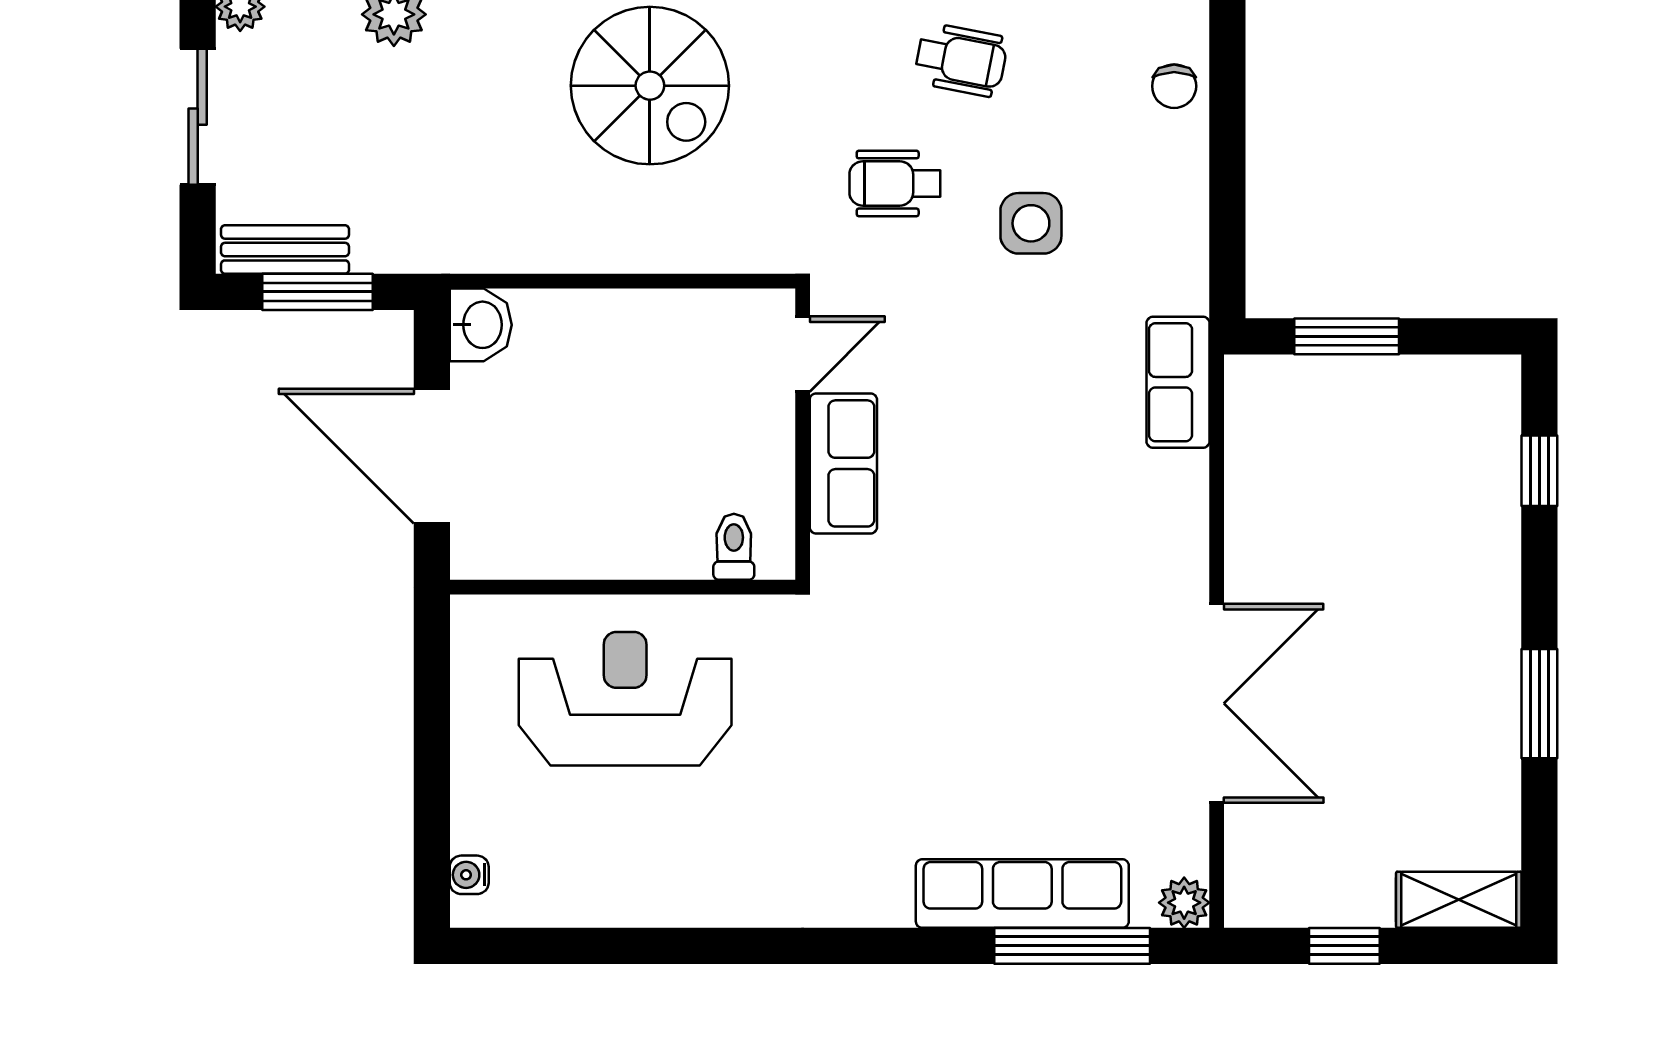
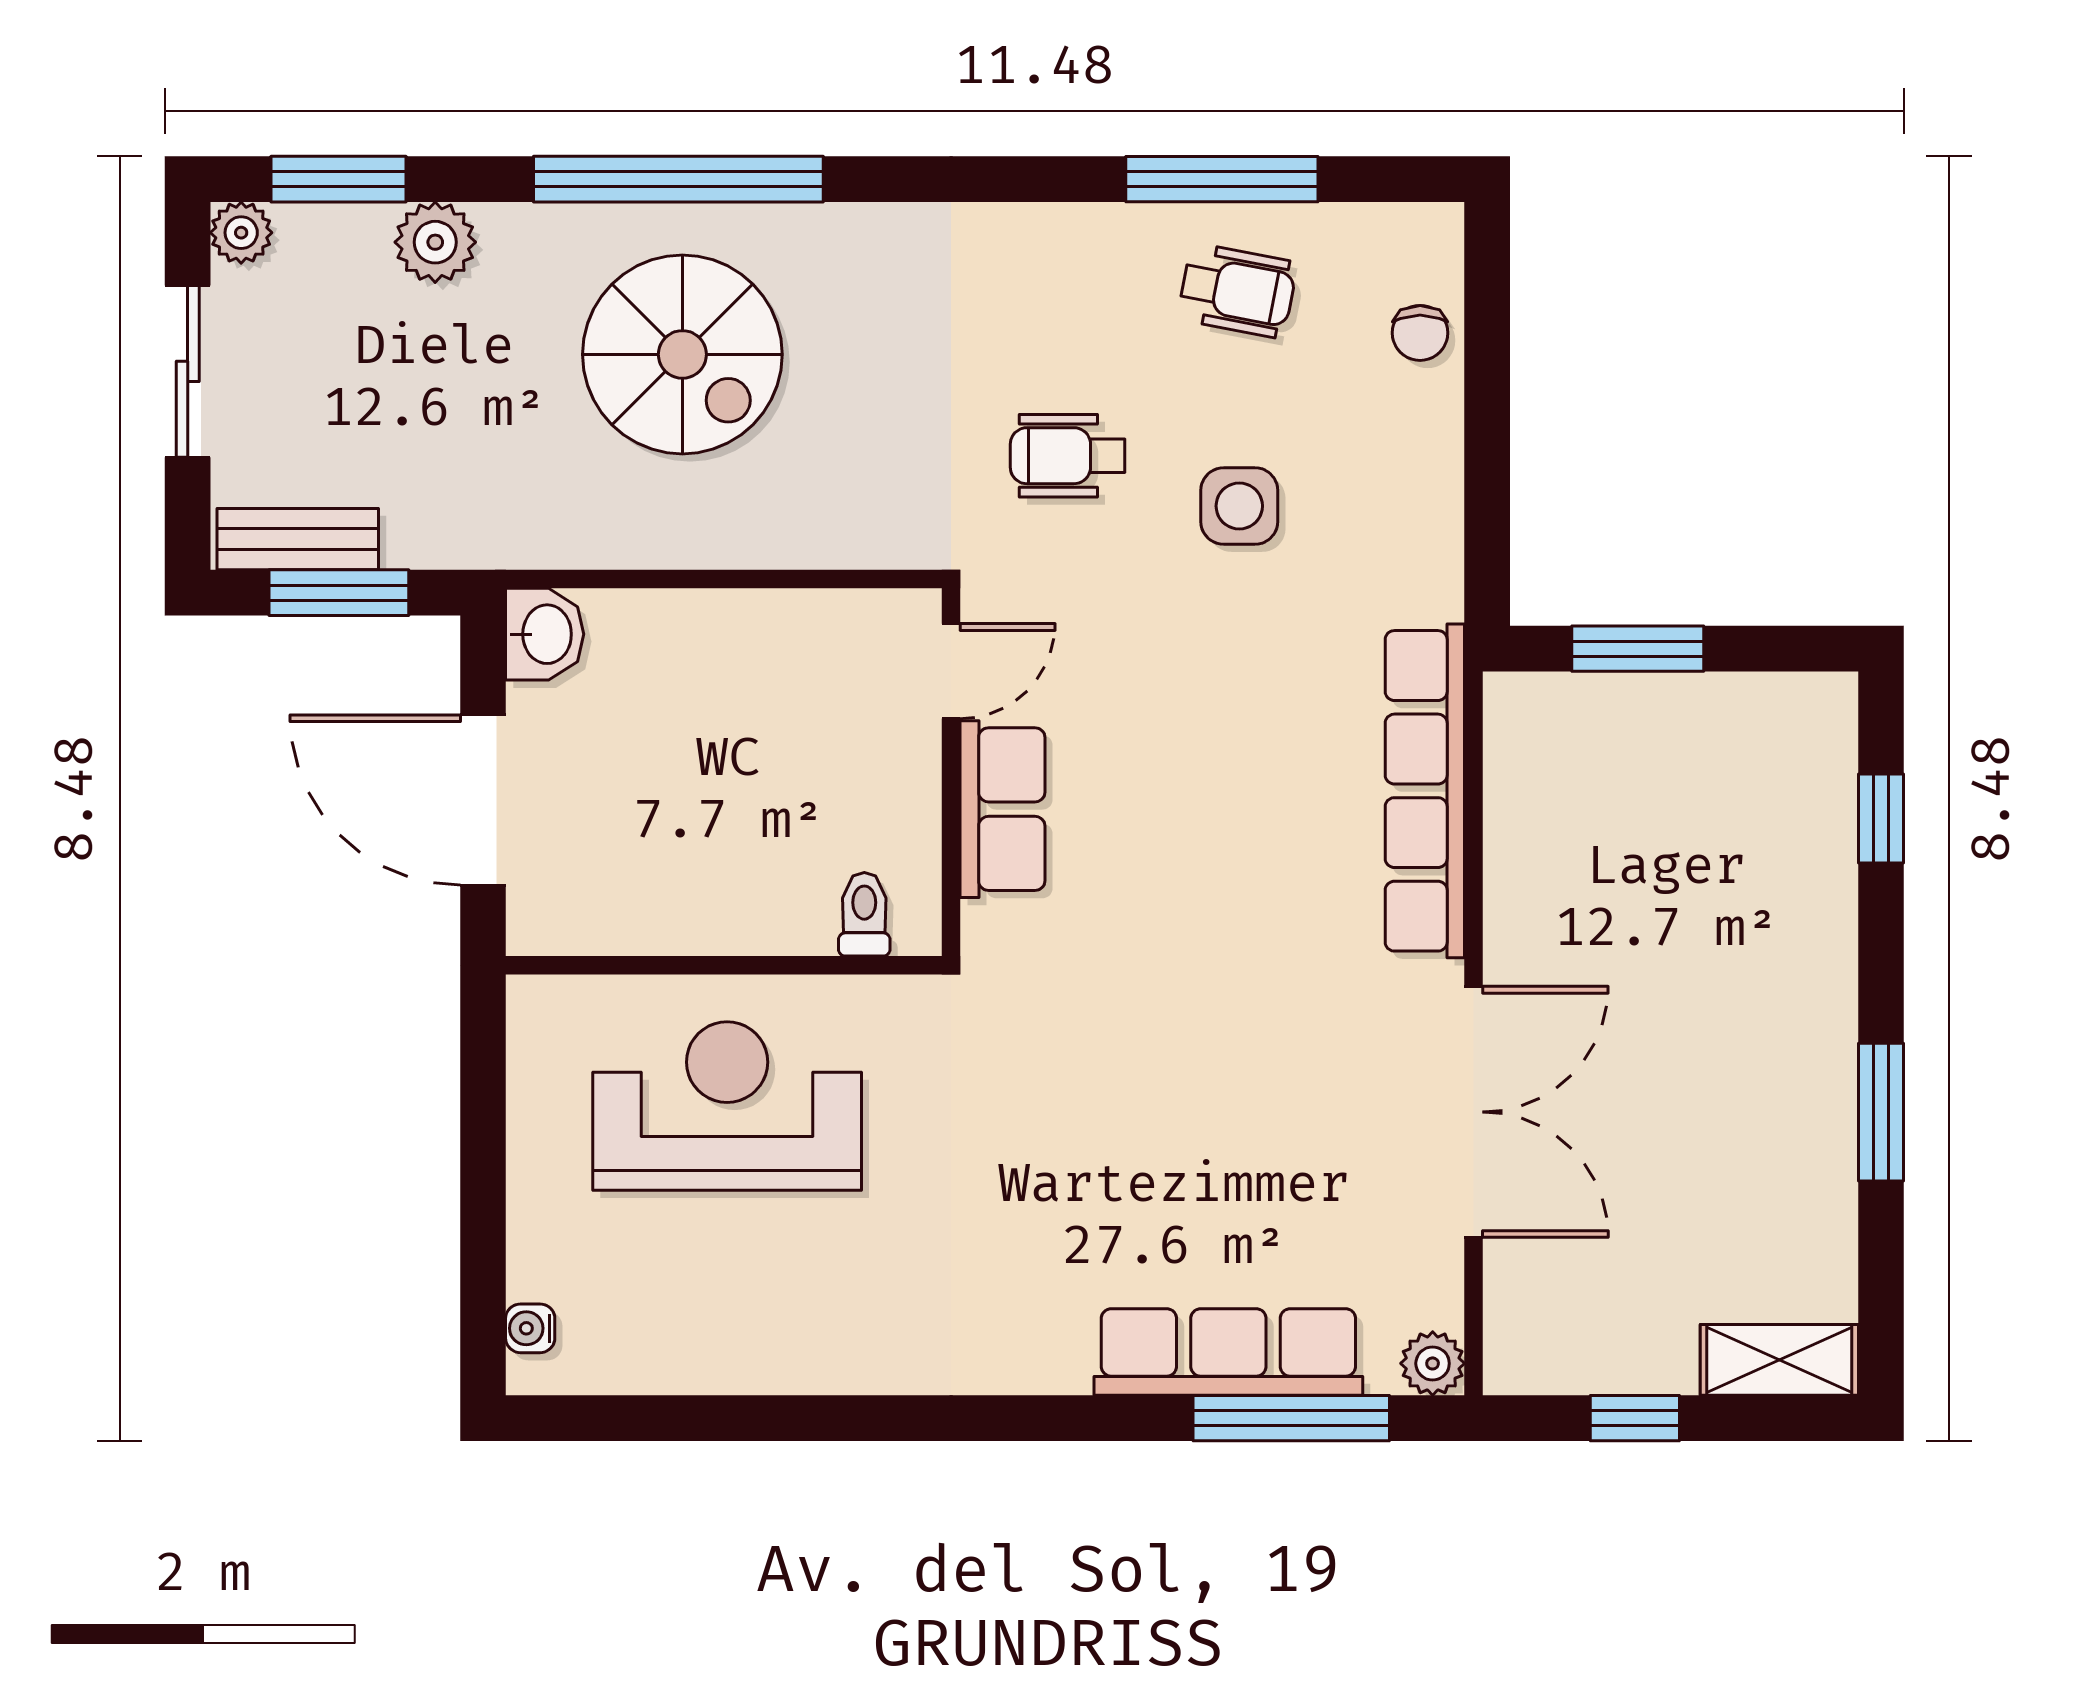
wheelchair: (961, 60) -> (1237, 291), moved
spiral stairs: (650, 86) -> (682, 354), moved
row of seats: (1178, 382) -> (1425, 791), width x2.02

